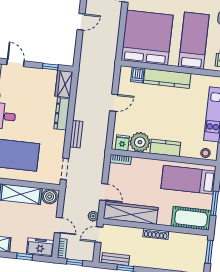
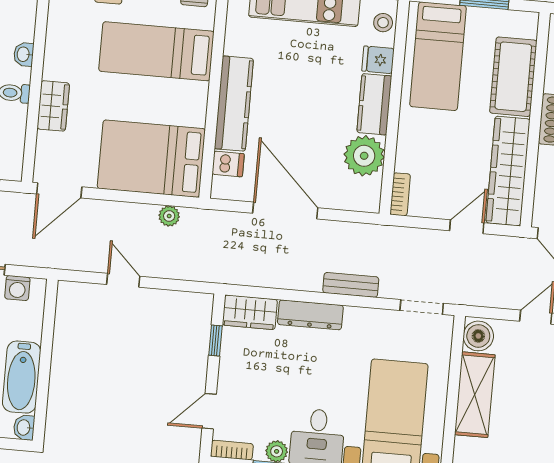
bed: (147, 38) -> (151, 159), width x0.73
door: (114, 103) -> (285, 211), width x1.88
fridge: (122, 143) -> (378, 60), moved
plant: (93, 216) -> (169, 216), moved
cot: (191, 218) -> (513, 77), moved

